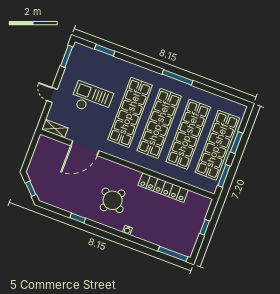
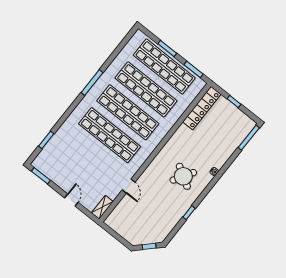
door: (52, 95) -> (71, 200), swing flipped
checkout: (92, 99) -> (86, 166), removed
door: (85, 148) -> (129, 186), width x0.53
locker: (163, 188) -> (202, 108), moved

